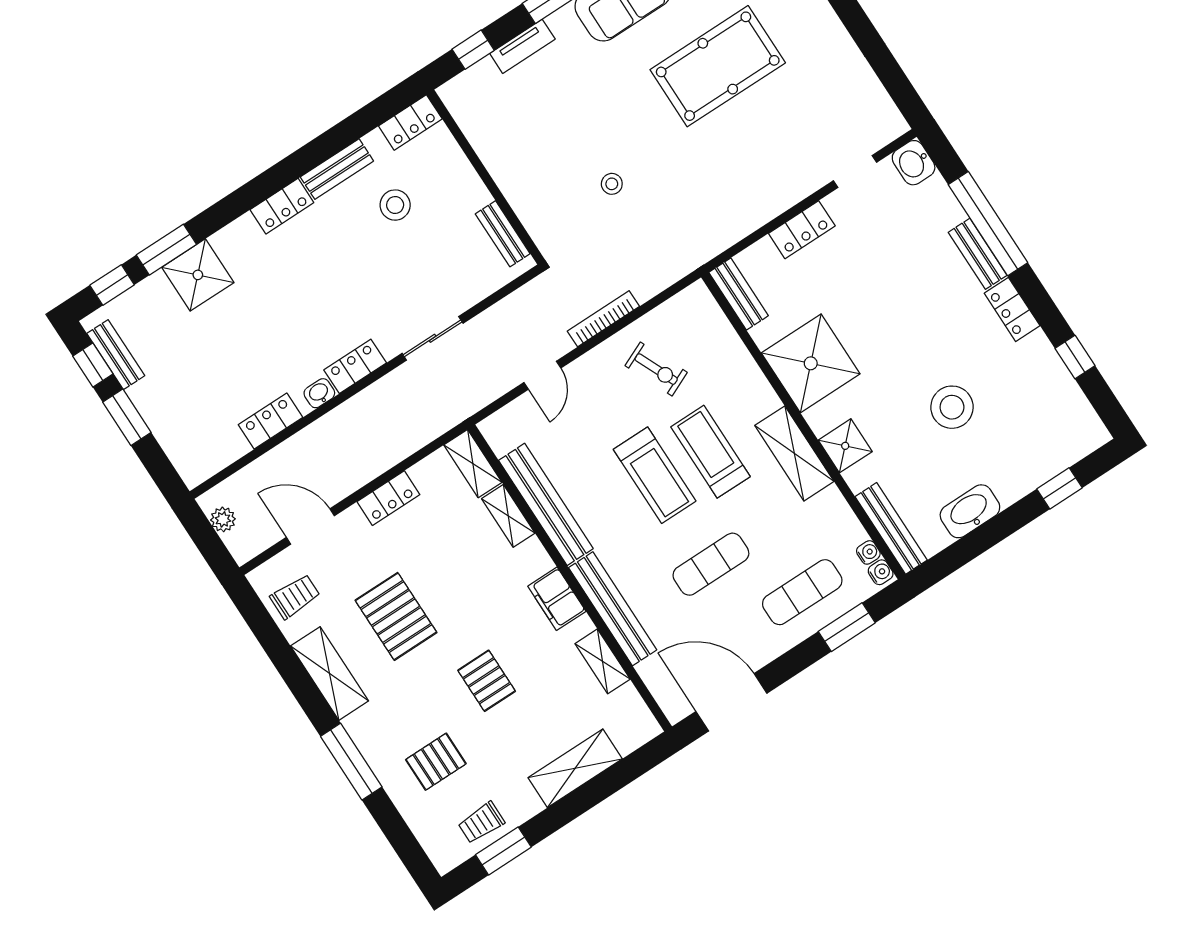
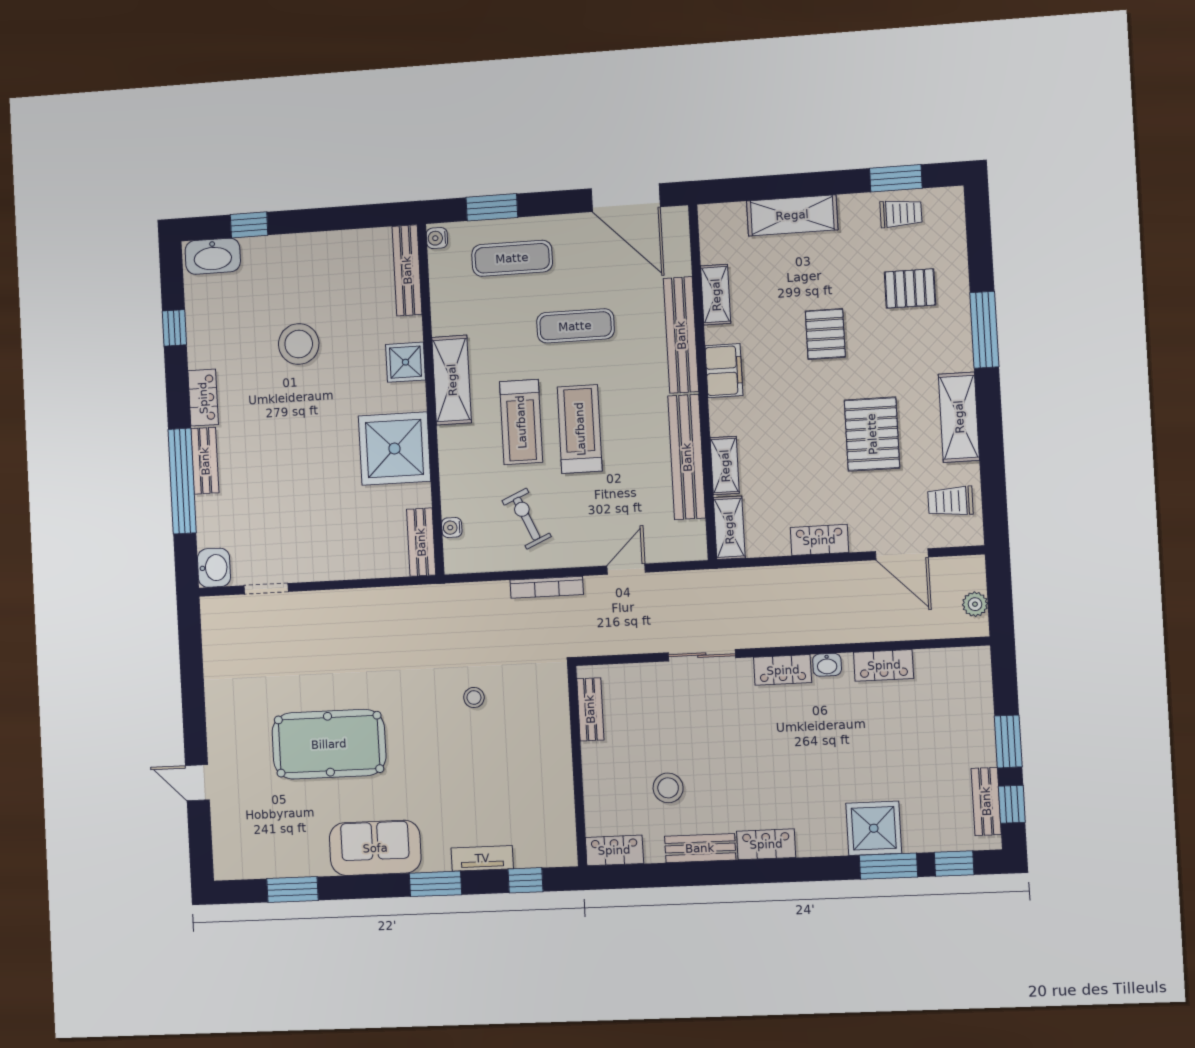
locker: (802, 230) -> (338, 566), removed
washbasin: (970, 511) -> (213, 256), moved
water cooler: (868, 552) -> (452, 528), moved

